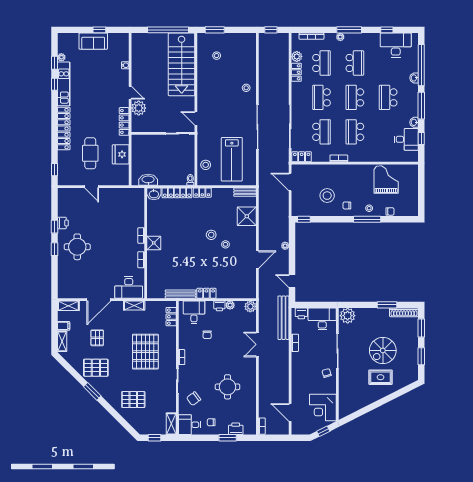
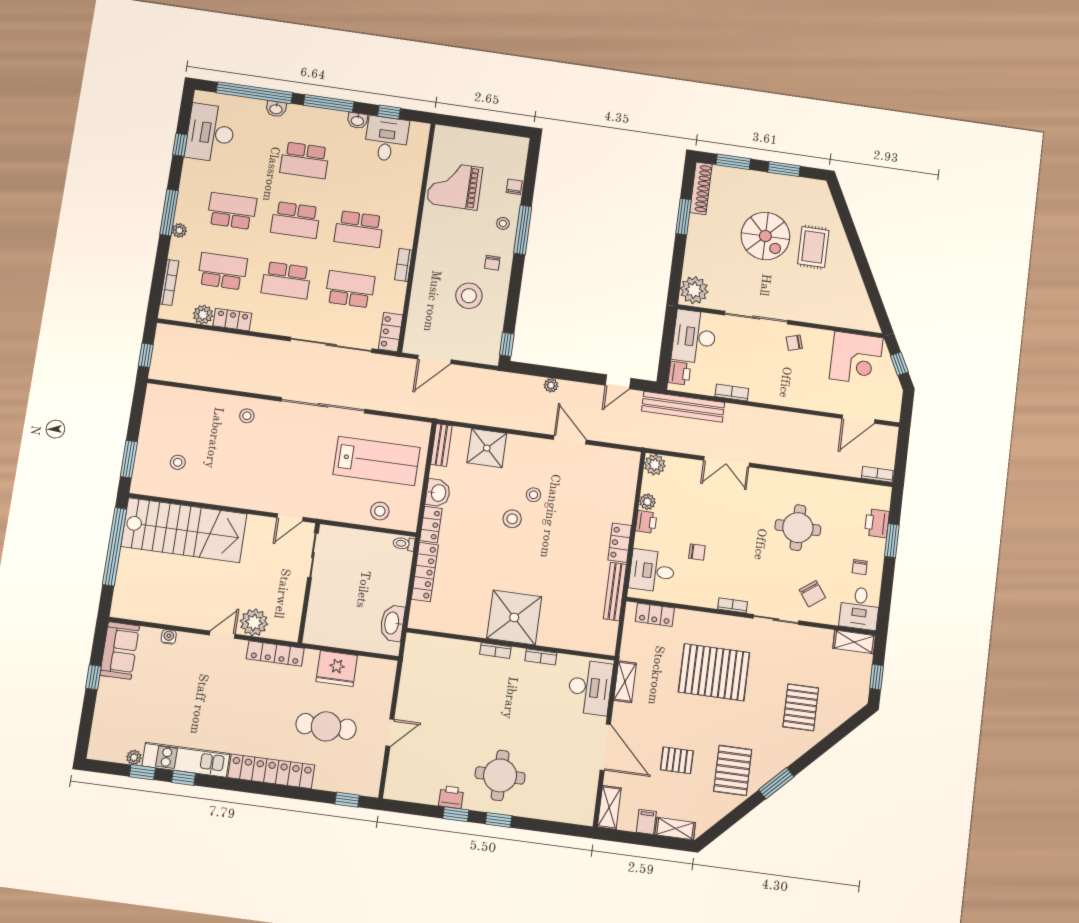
sofa: (93, 41) -> (120, 651), moved
washbasin: (154, 194) -> (438, 493), moved
shower: (154, 243) -> (514, 618), width x1.86, depth x1.86

